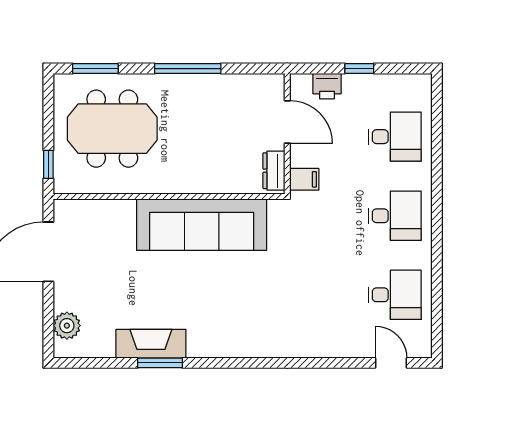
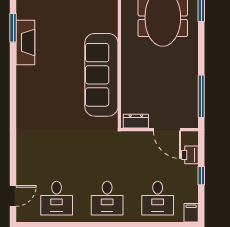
window: (188, 69) -> (201, 96), moved
door: (287, 122) -> (167, 130), hinge flipped
filing cabinet: (304, 179) -> (191, 213), moved, turned 180
window: (160, 363) -> (13, 28), moved

